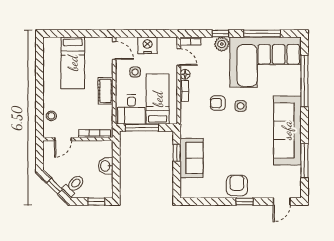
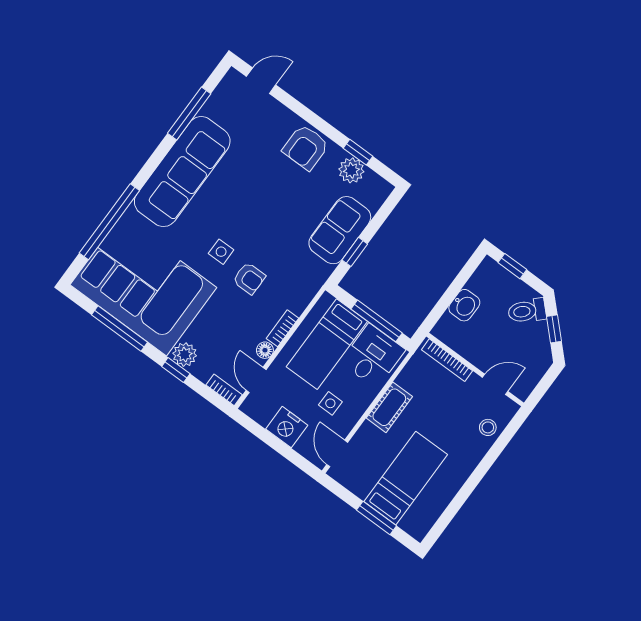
window: (73, 33) -> (376, 518), added
plant: (207, 191) -> (351, 170), added
window: (245, 202) -> (358, 152), moved

